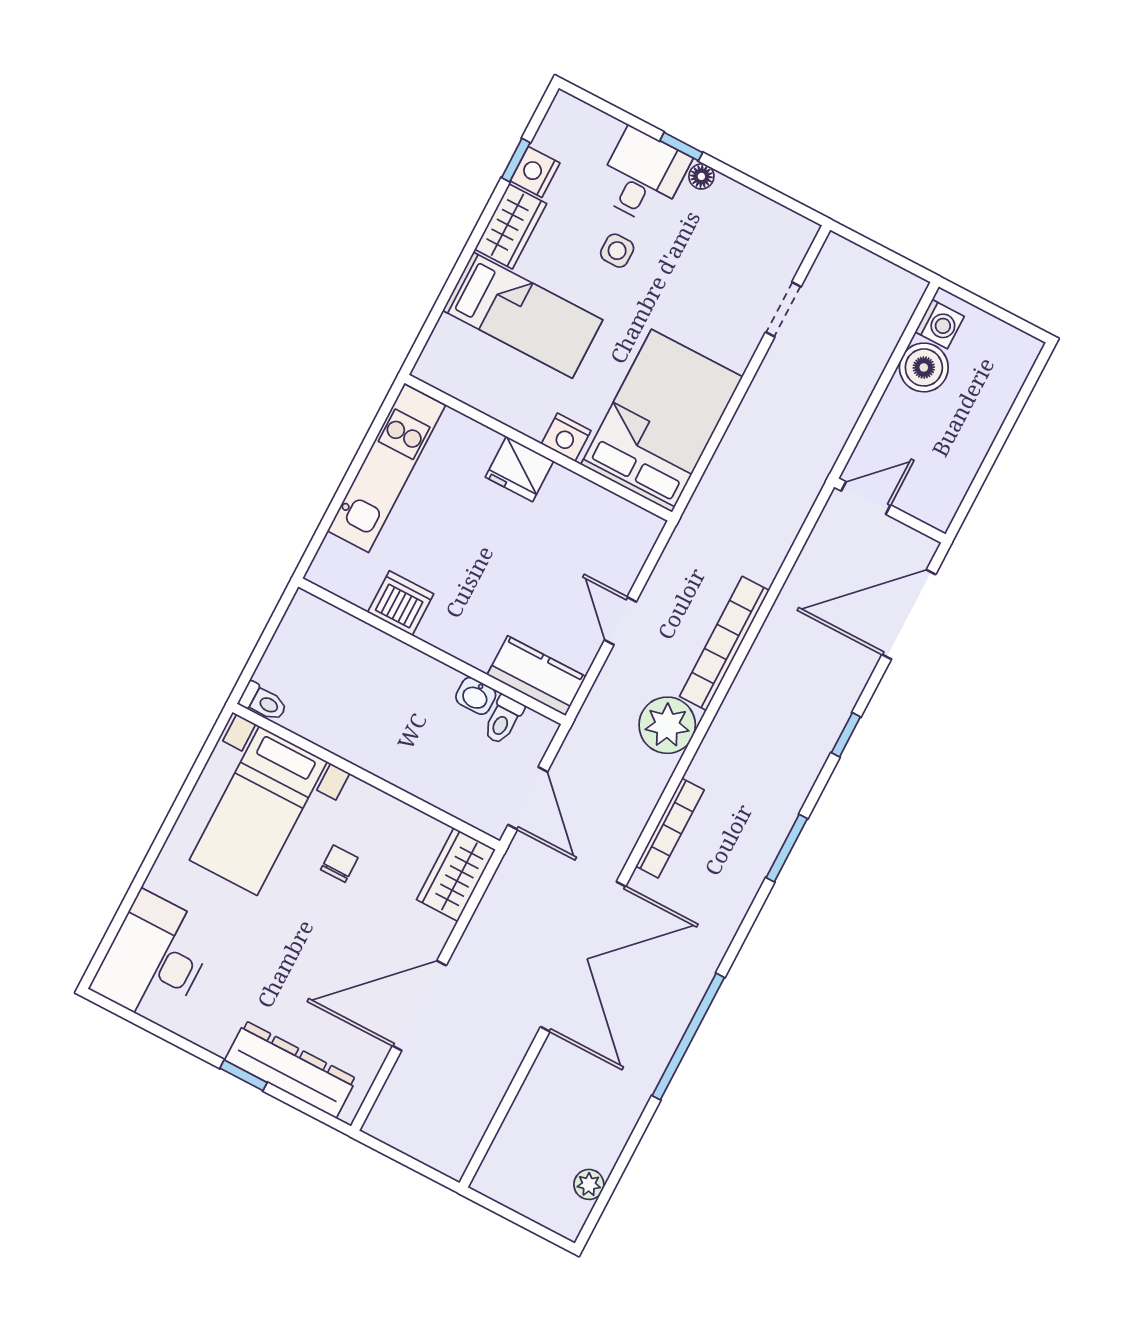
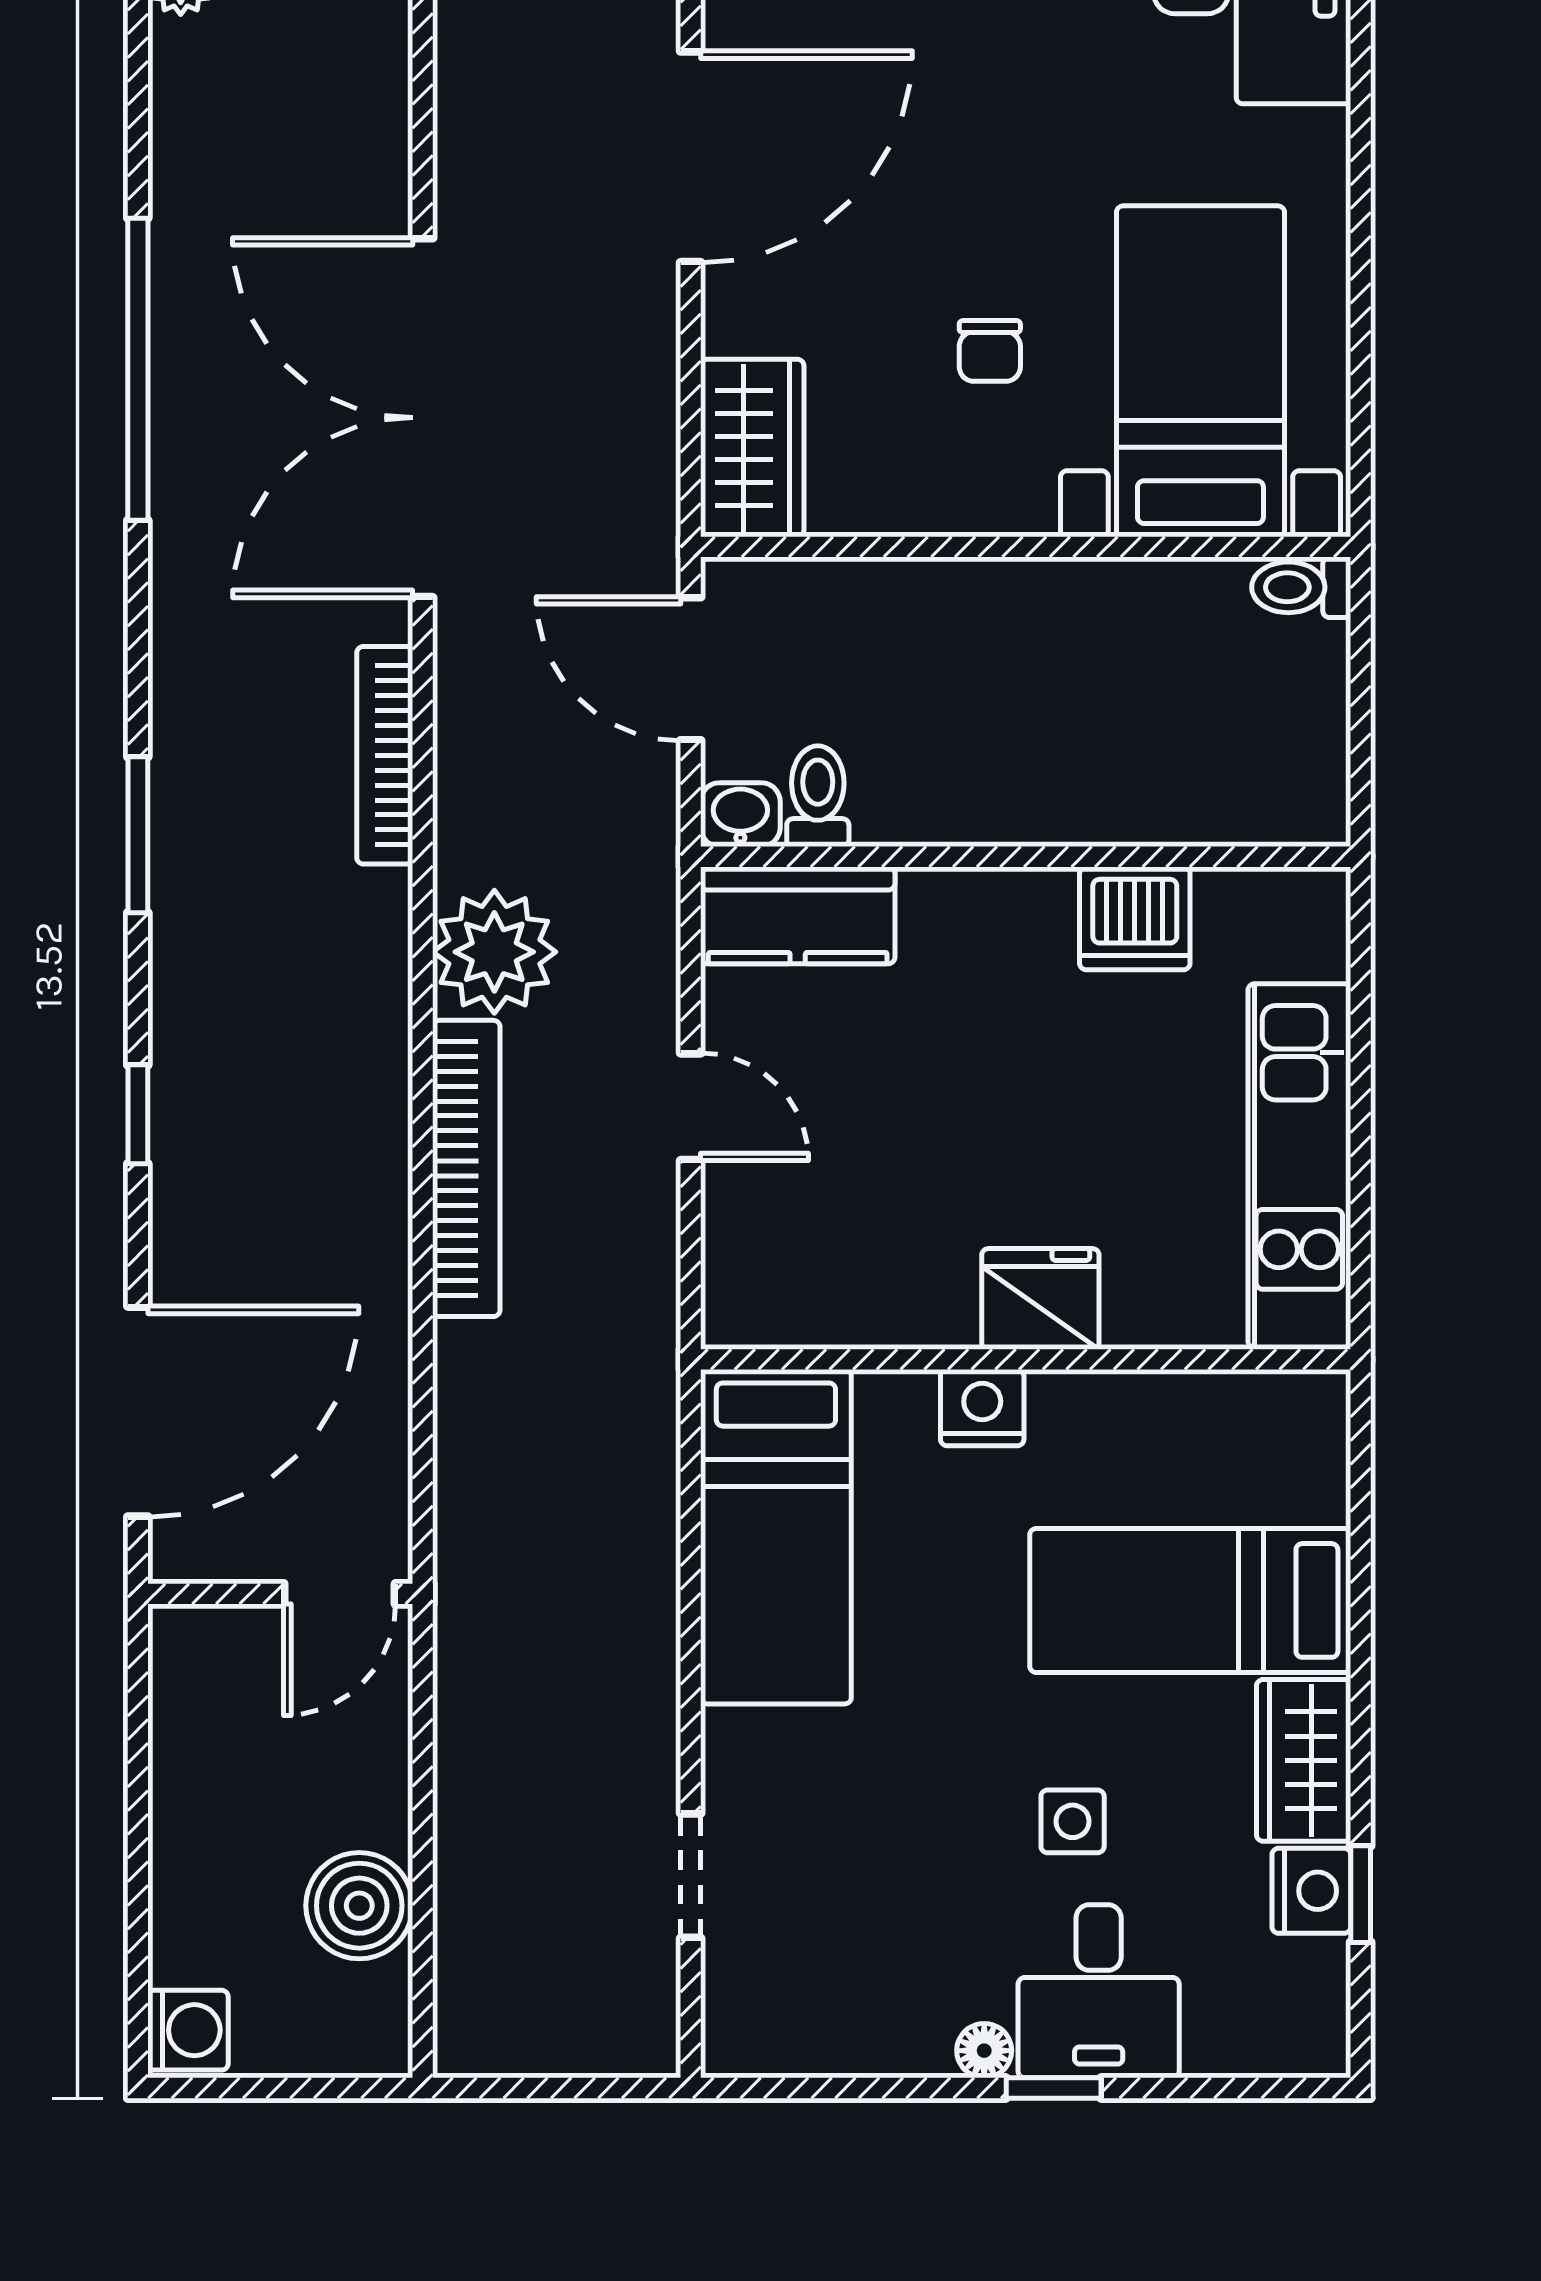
washing machine: (940, 324) -> (188, 2030), moved, turned 180
bed: (662, 421) -> (776, 1537), width x0.67
washbasin: (476, 696) -> (740, 815), moved

